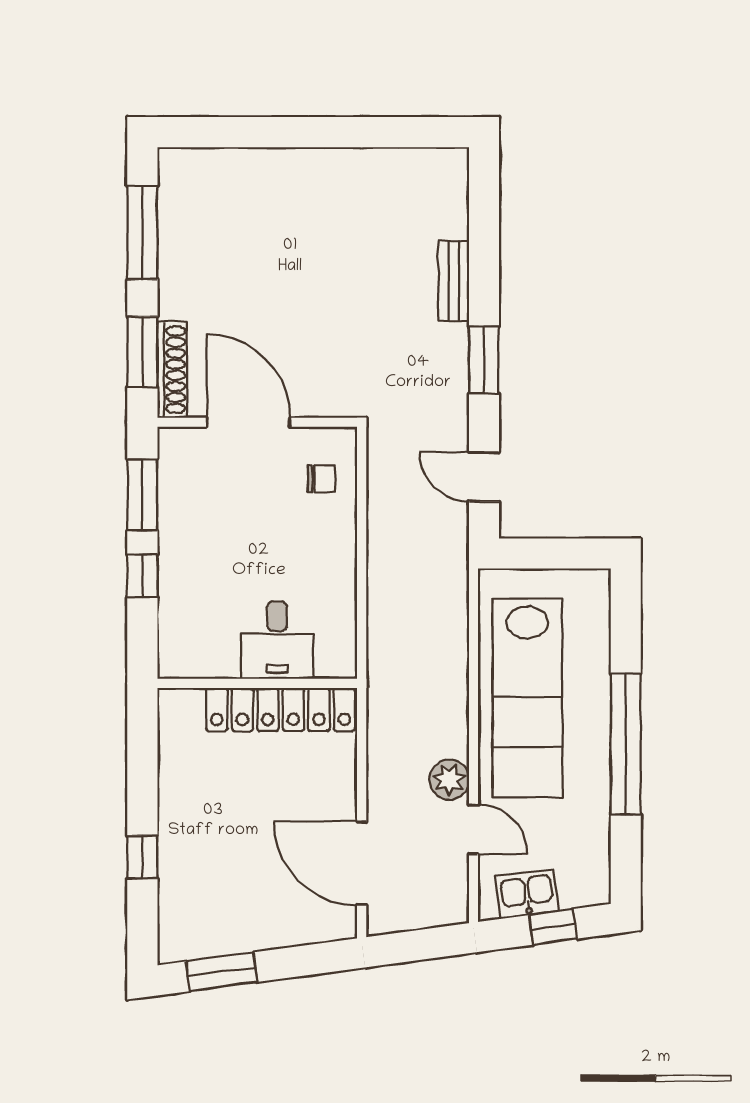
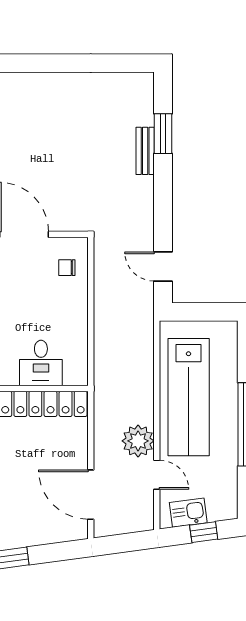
window: (484, 360) -> (163, 134), moved
chair: (321, 479) -> (67, 268), turned 180
plant: (449, 780) -> (138, 441), width x1.36, depth x1.36

